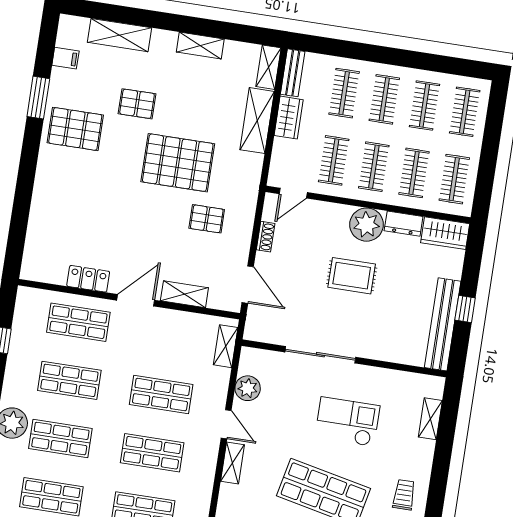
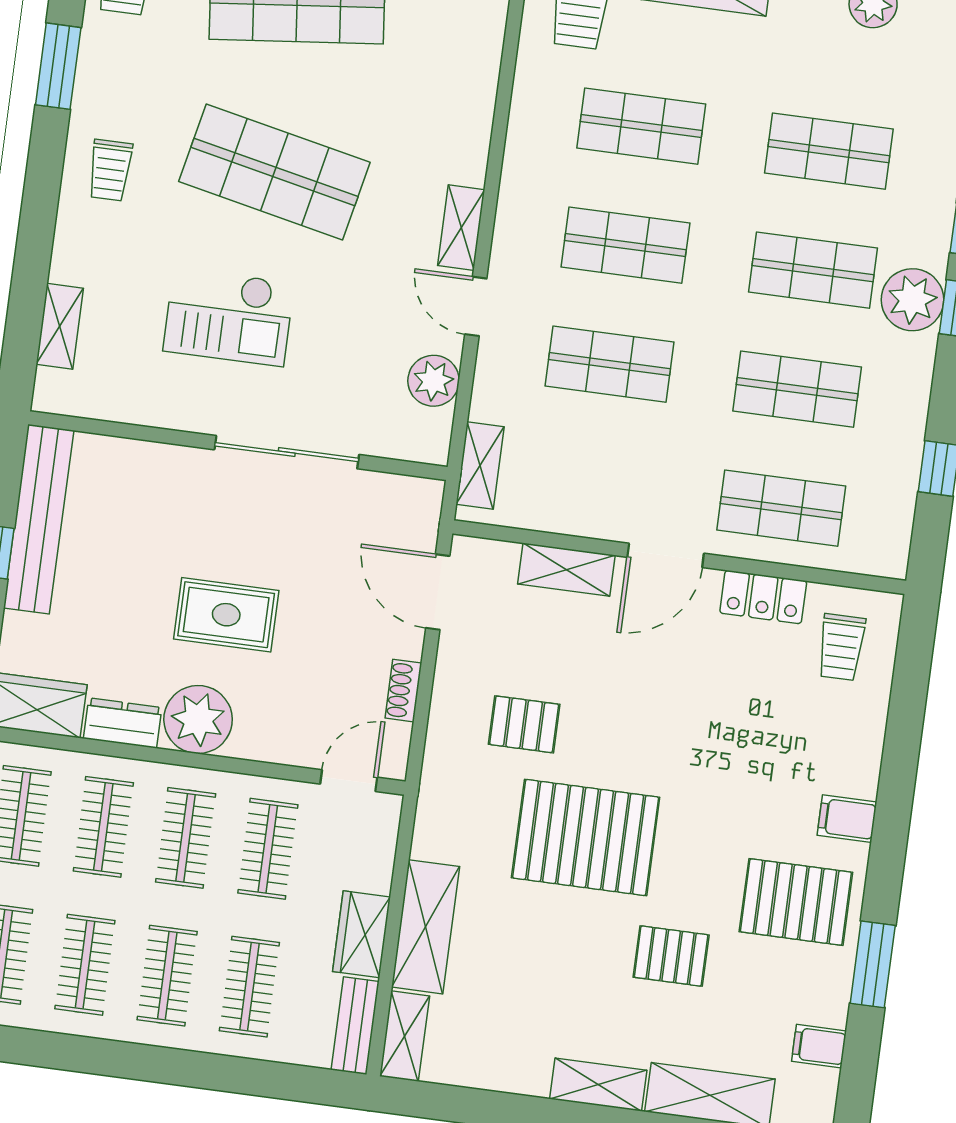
shelving: (200, 46) -> (598, 1085), moved
filing cabinet: (49, 169) -> (847, 819), added
trolley: (50, 253) -> (841, 647), added

